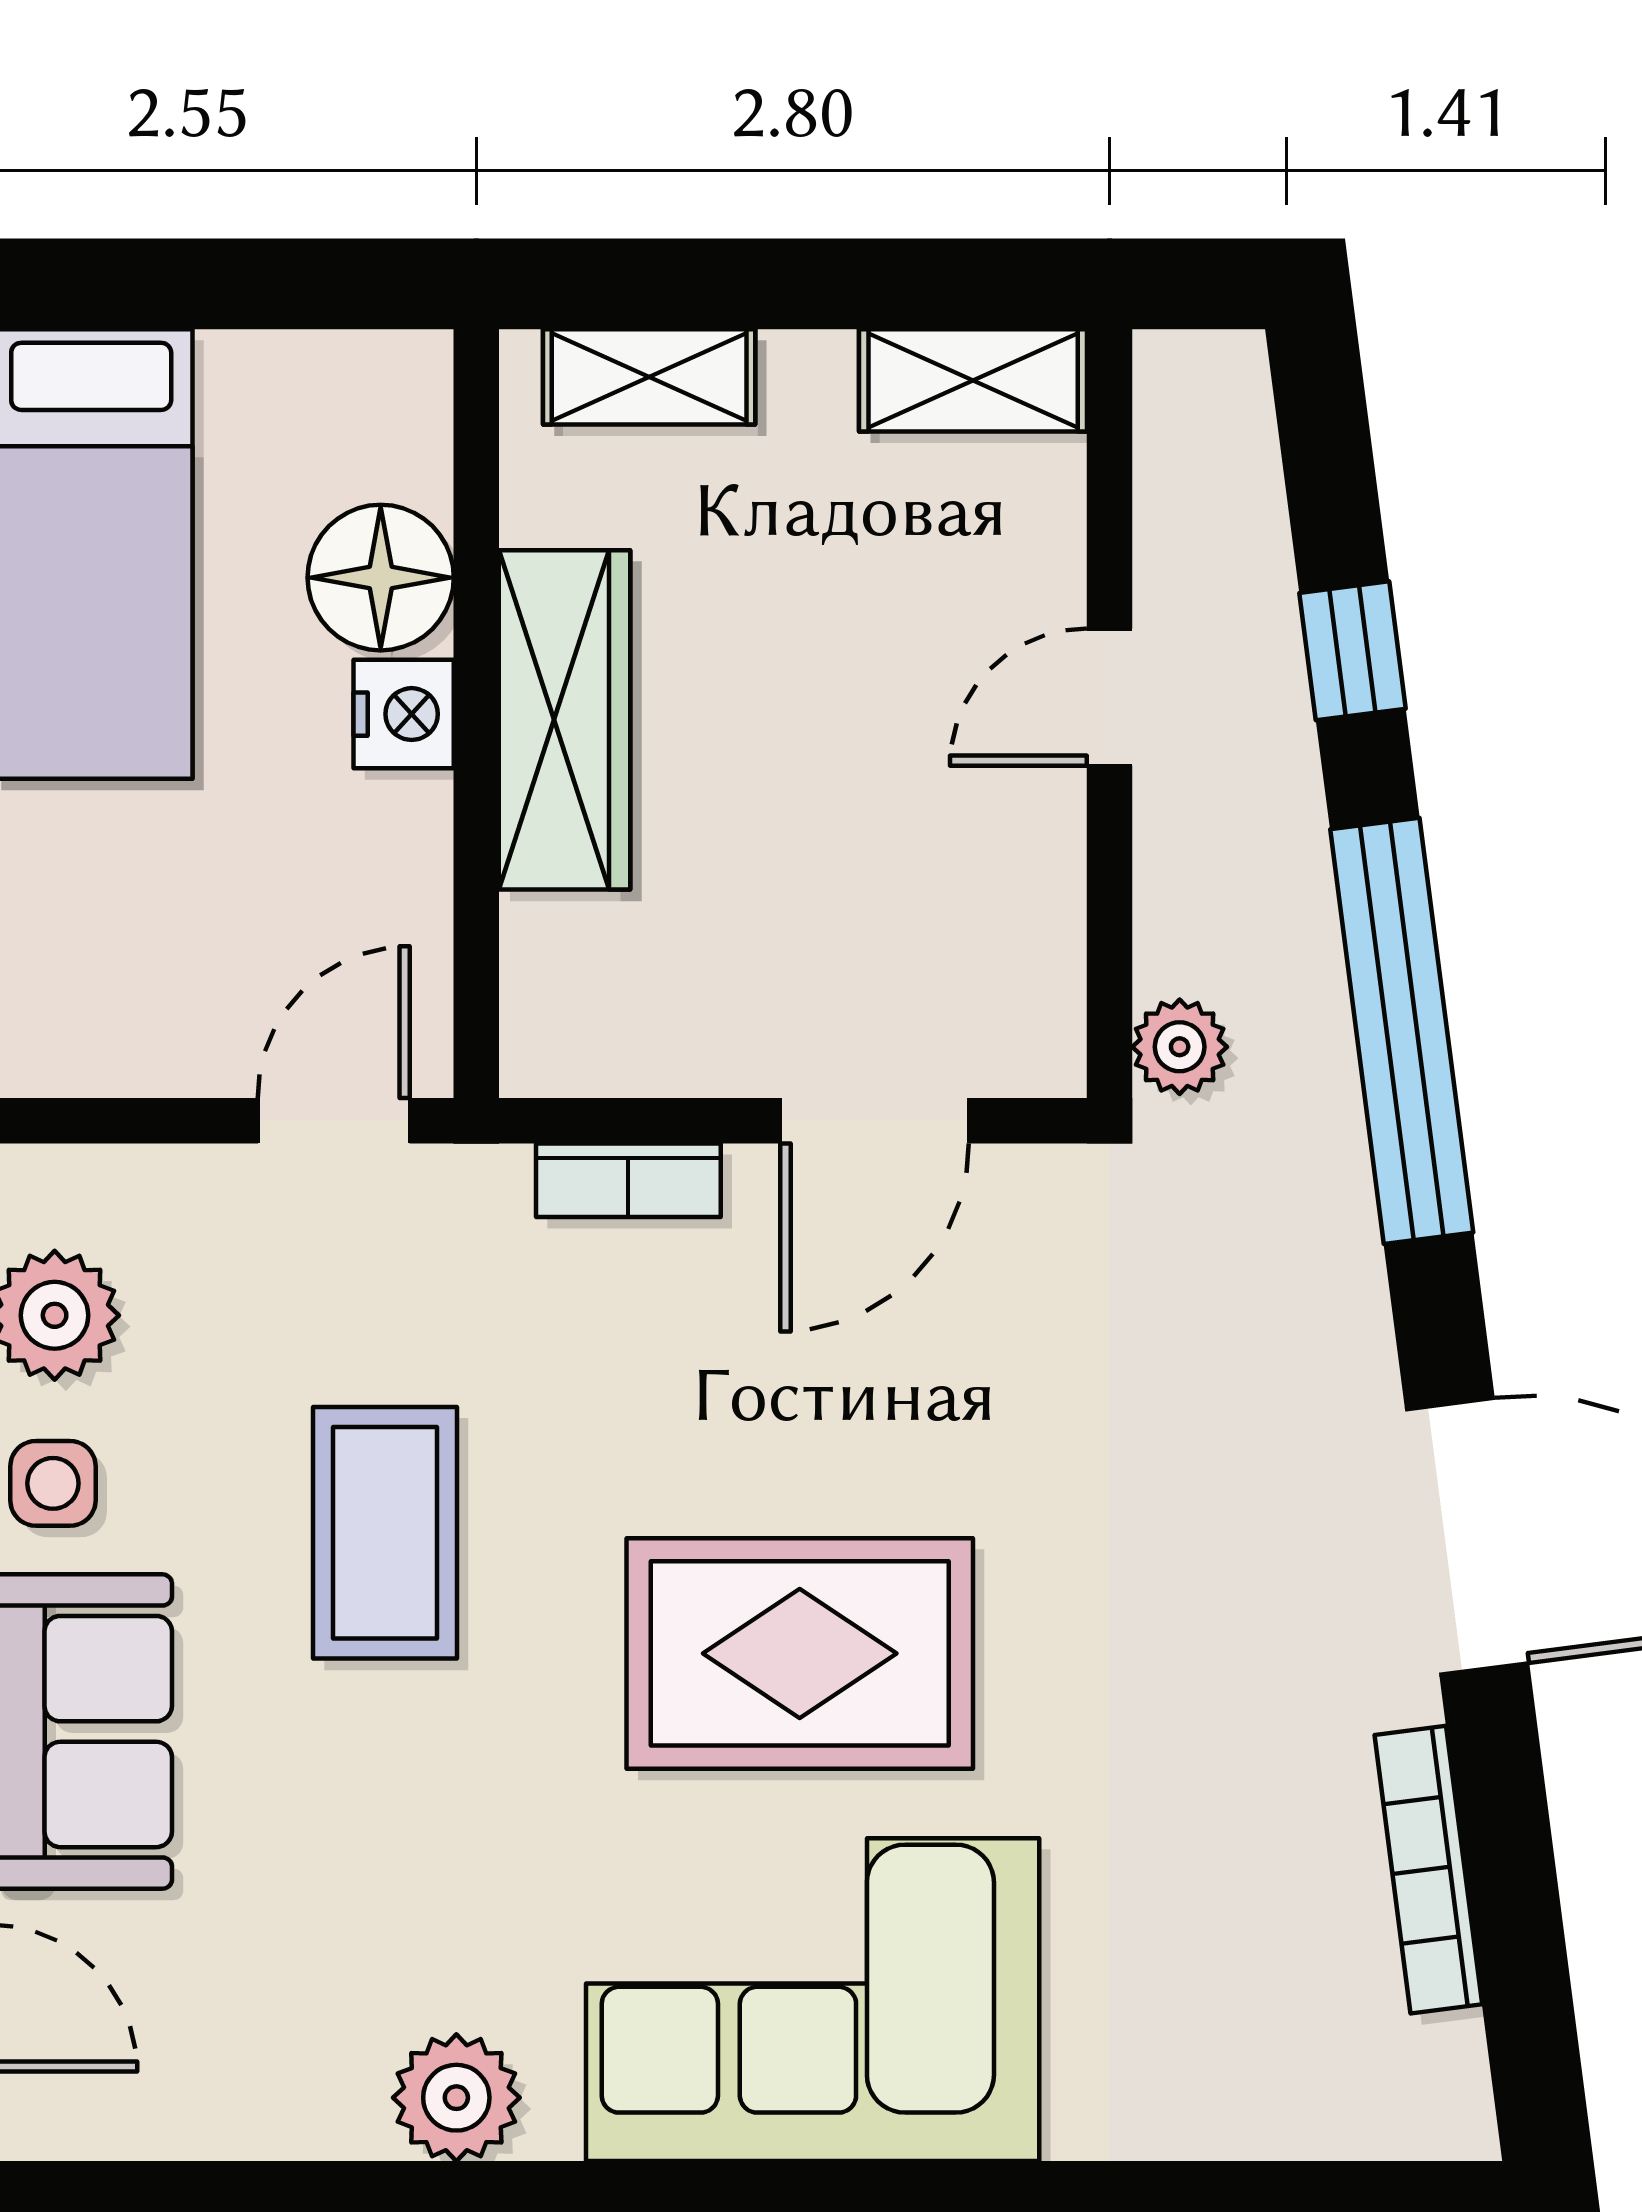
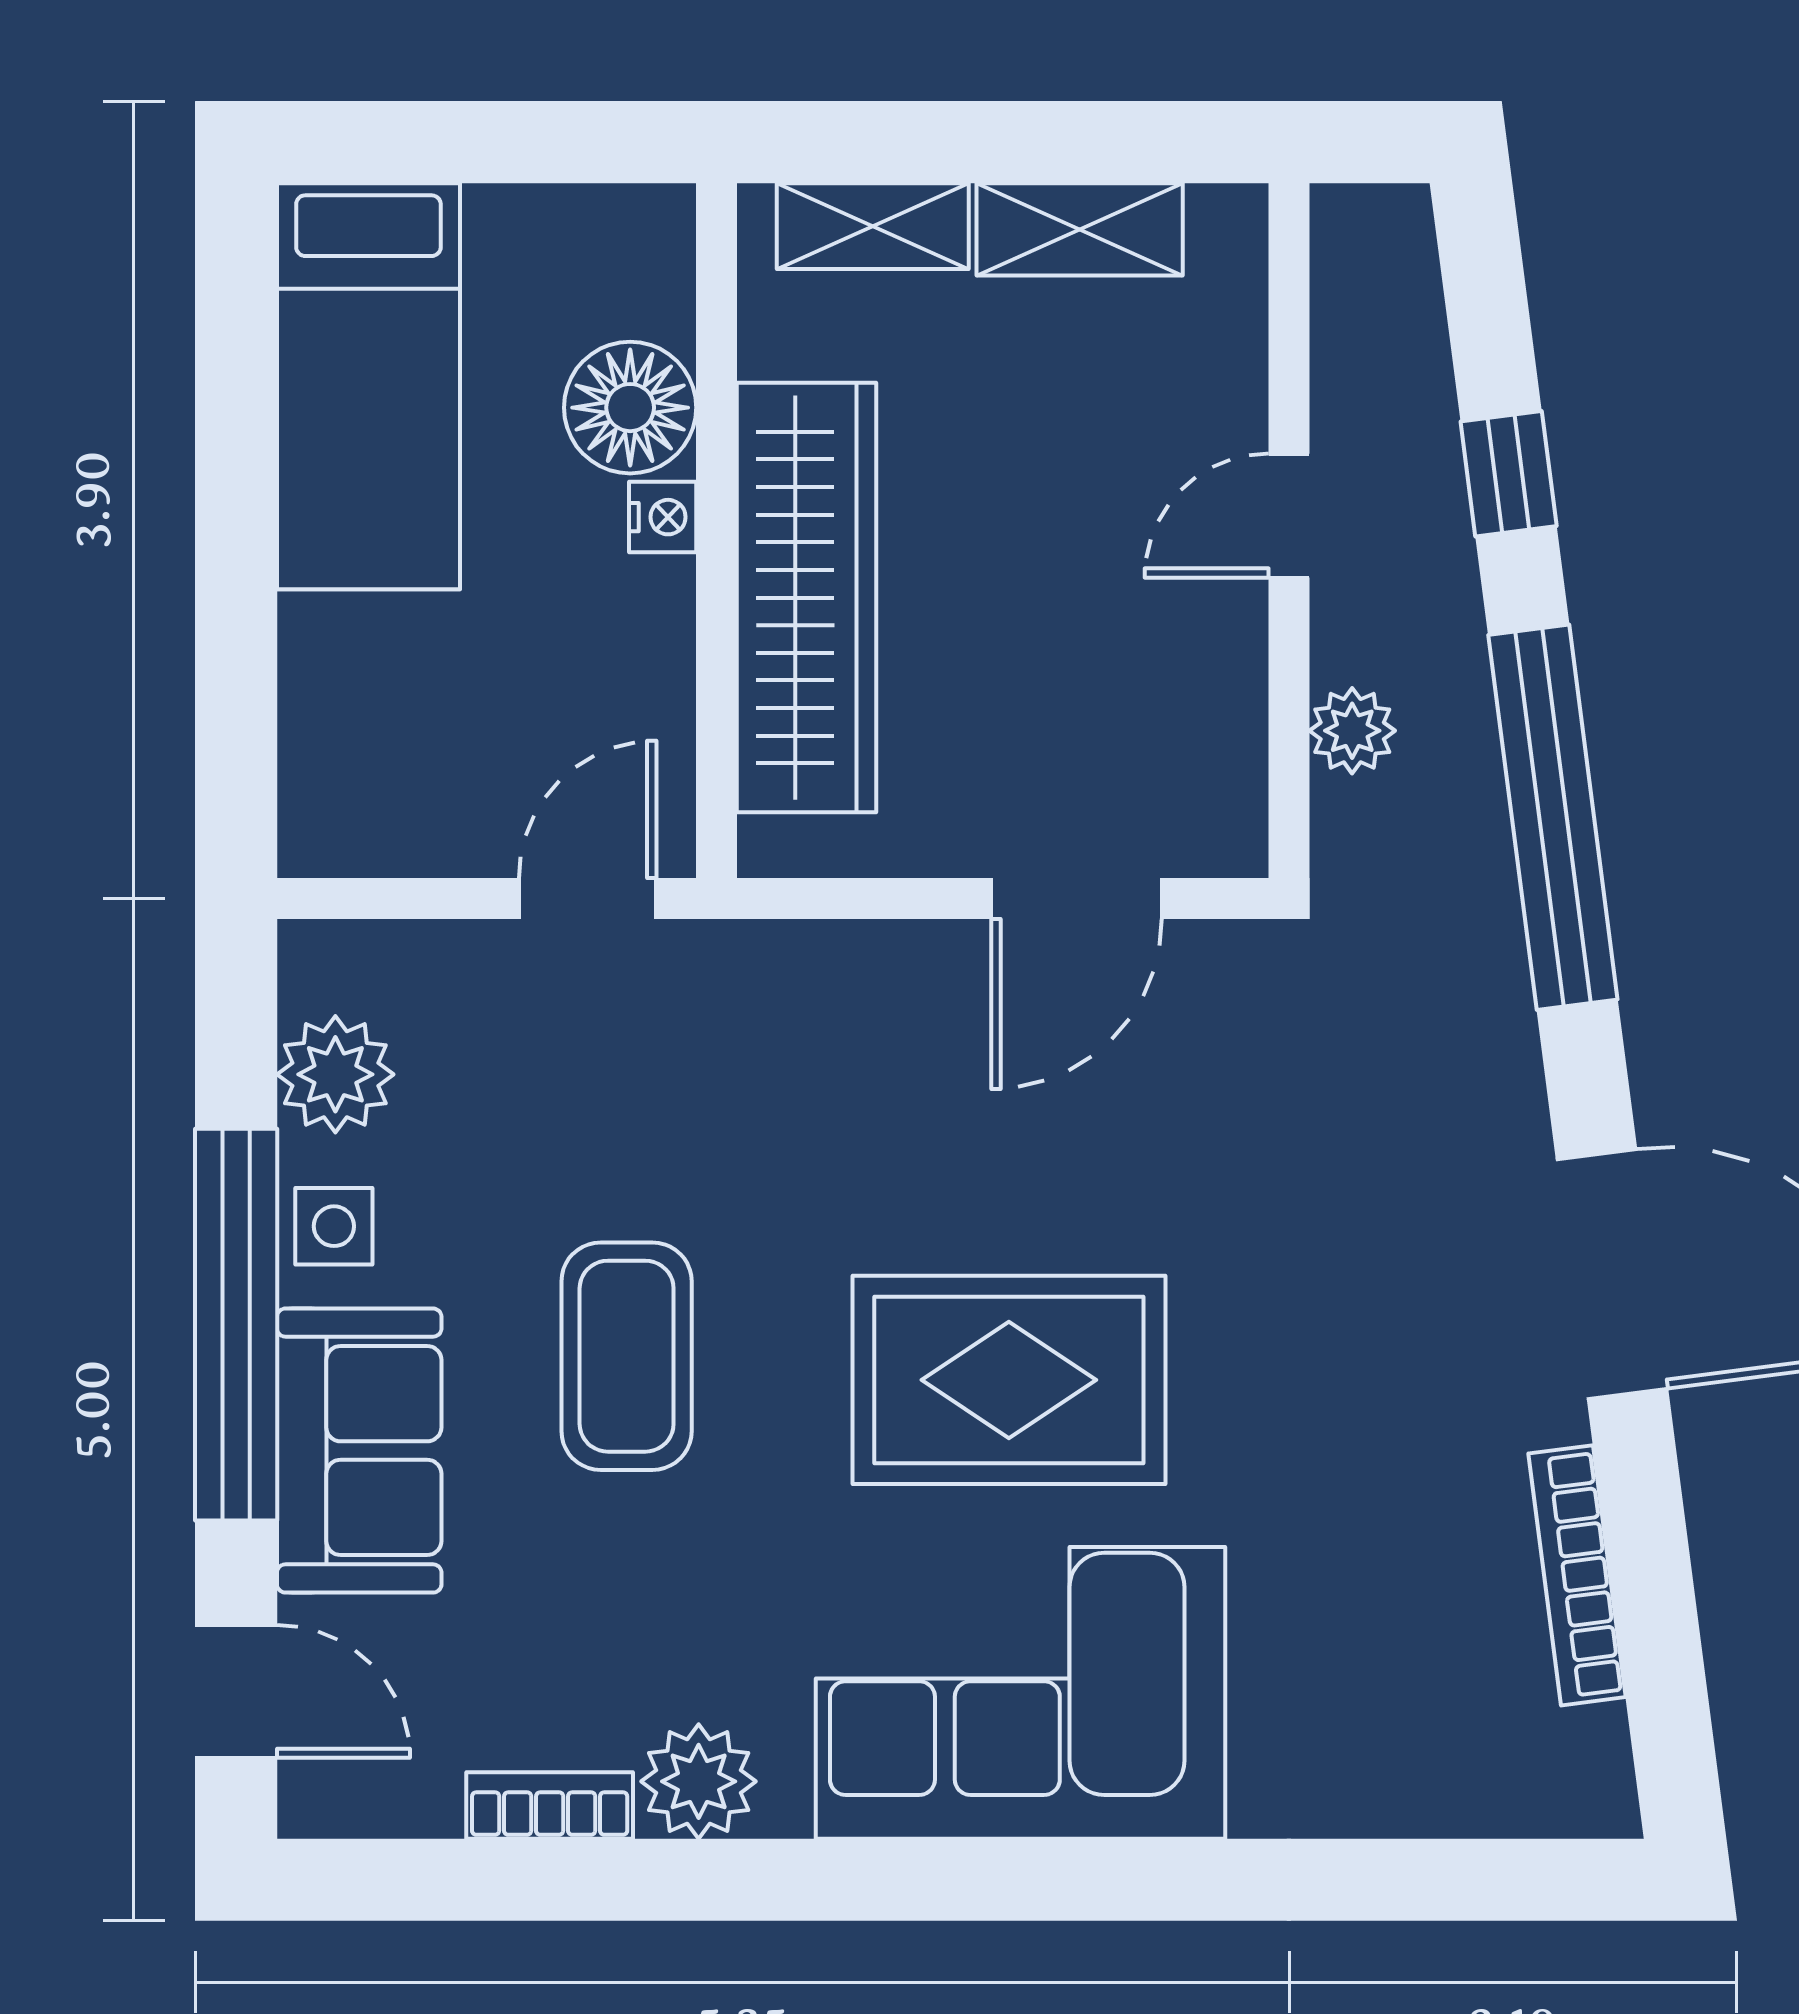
shelving: (973, 380) -> (1080, 229), moved
nightstand: (404, 714) -> (663, 517), width x0.72, depth x0.74
wardrobe: (565, 720) -> (807, 598), width x1.40, depth x1.17
plant: (1180, 1047) -> (1352, 731), moved
bookcase: (628, 1180) -> (550, 1806), moved, turned 180
coffee table: (385, 1533) -> (627, 1356), moved

